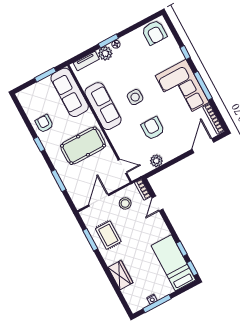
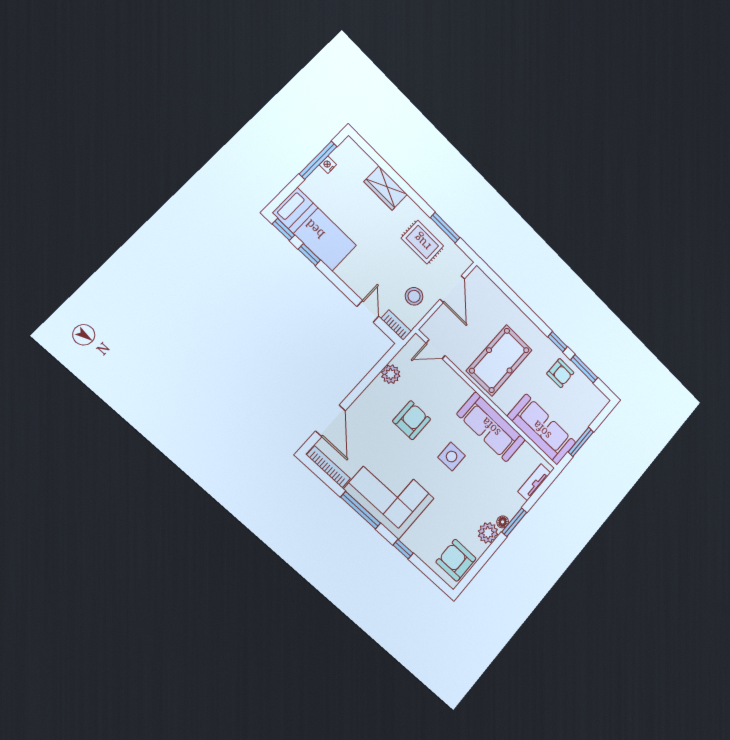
plant: (105, 53) -> (488, 533), moved
armchair: (153, 128) -> (412, 420), turned -90
window: (59, 181) -> (584, 369), moved

